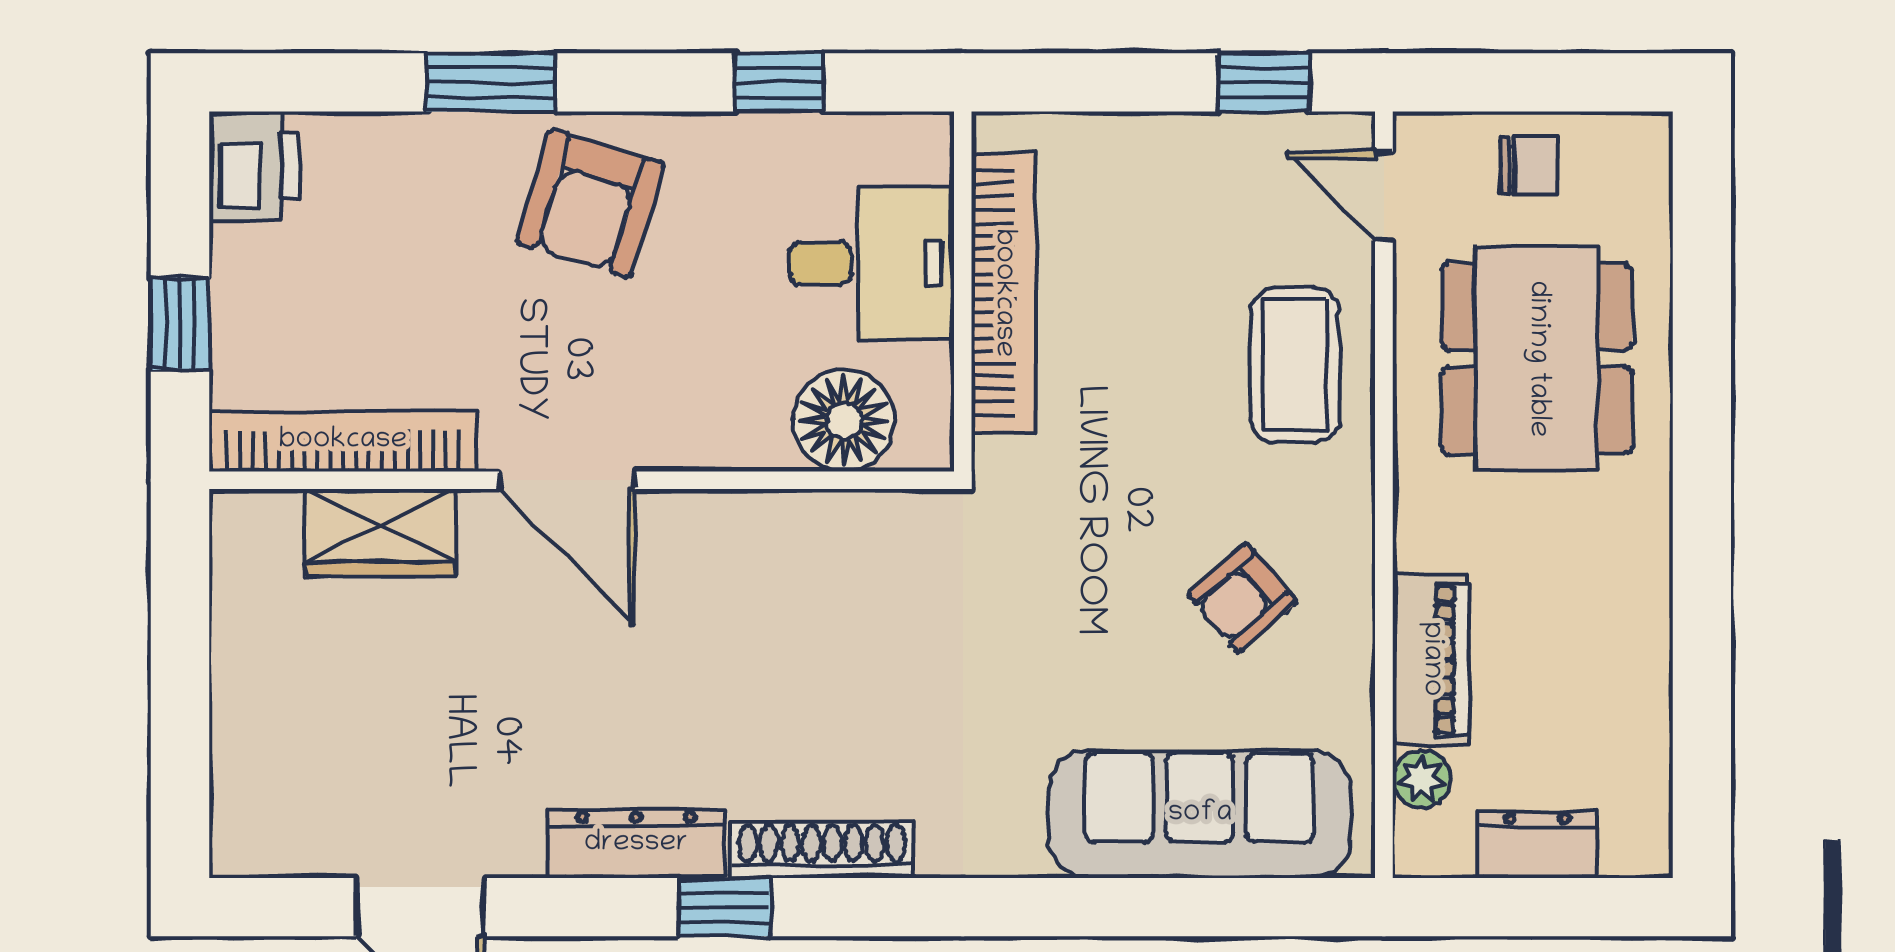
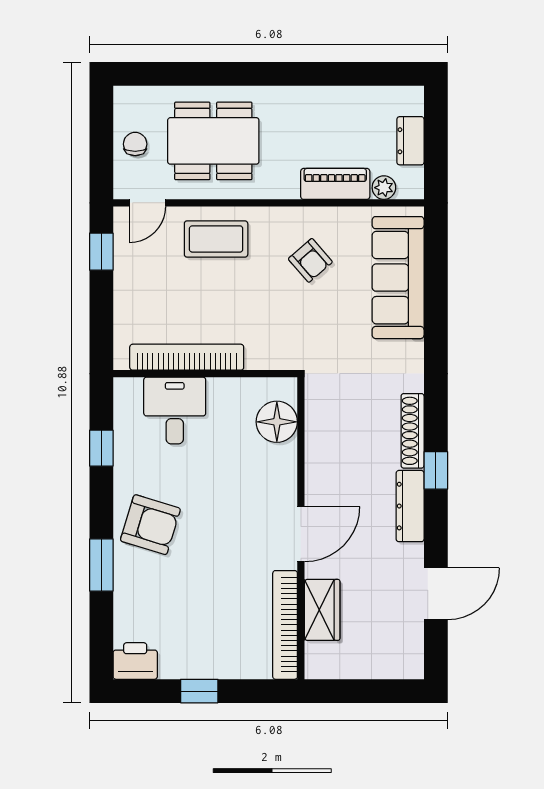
floor lamp: (844, 421) -> (277, 422), moved
bookcase: (343, 441) -> (285, 625), moved
door: (567, 480) -> (301, 534), moved
wall: (582, 480) -> (301, 528), moved
wardrobe: (380, 532) -> (322, 610), moved

